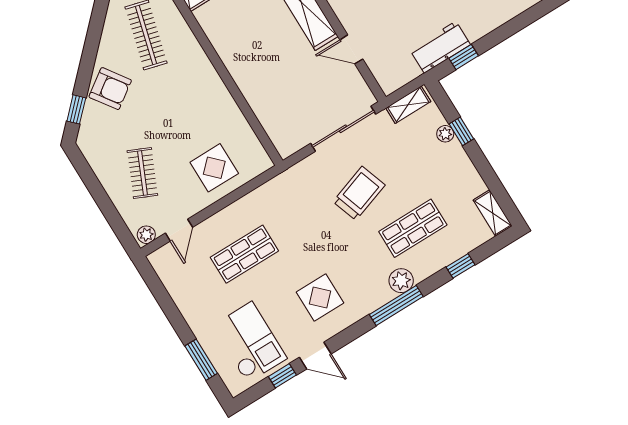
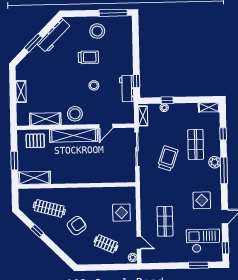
armchair: (110, 89) -> (77, 226), moved
window: (76, 109) -> (37, 231), moved
trolley: (359, 193) -> (168, 158), turned 38
window: (282, 376) -> (225, 248), moved

